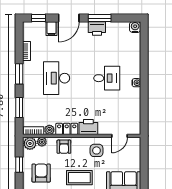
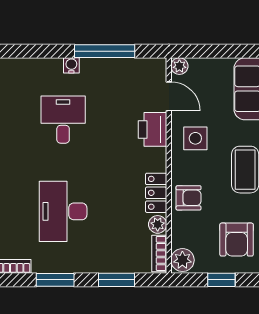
desk: (57, 78) -> (63, 211), turned 90
window: (144, 101) -> (105, 51), added
printer: (88, 127) -> (152, 129), moved
plant: (42, 142) -> (179, 66), moved
armchair: (41, 173) -> (237, 240), turned -90

